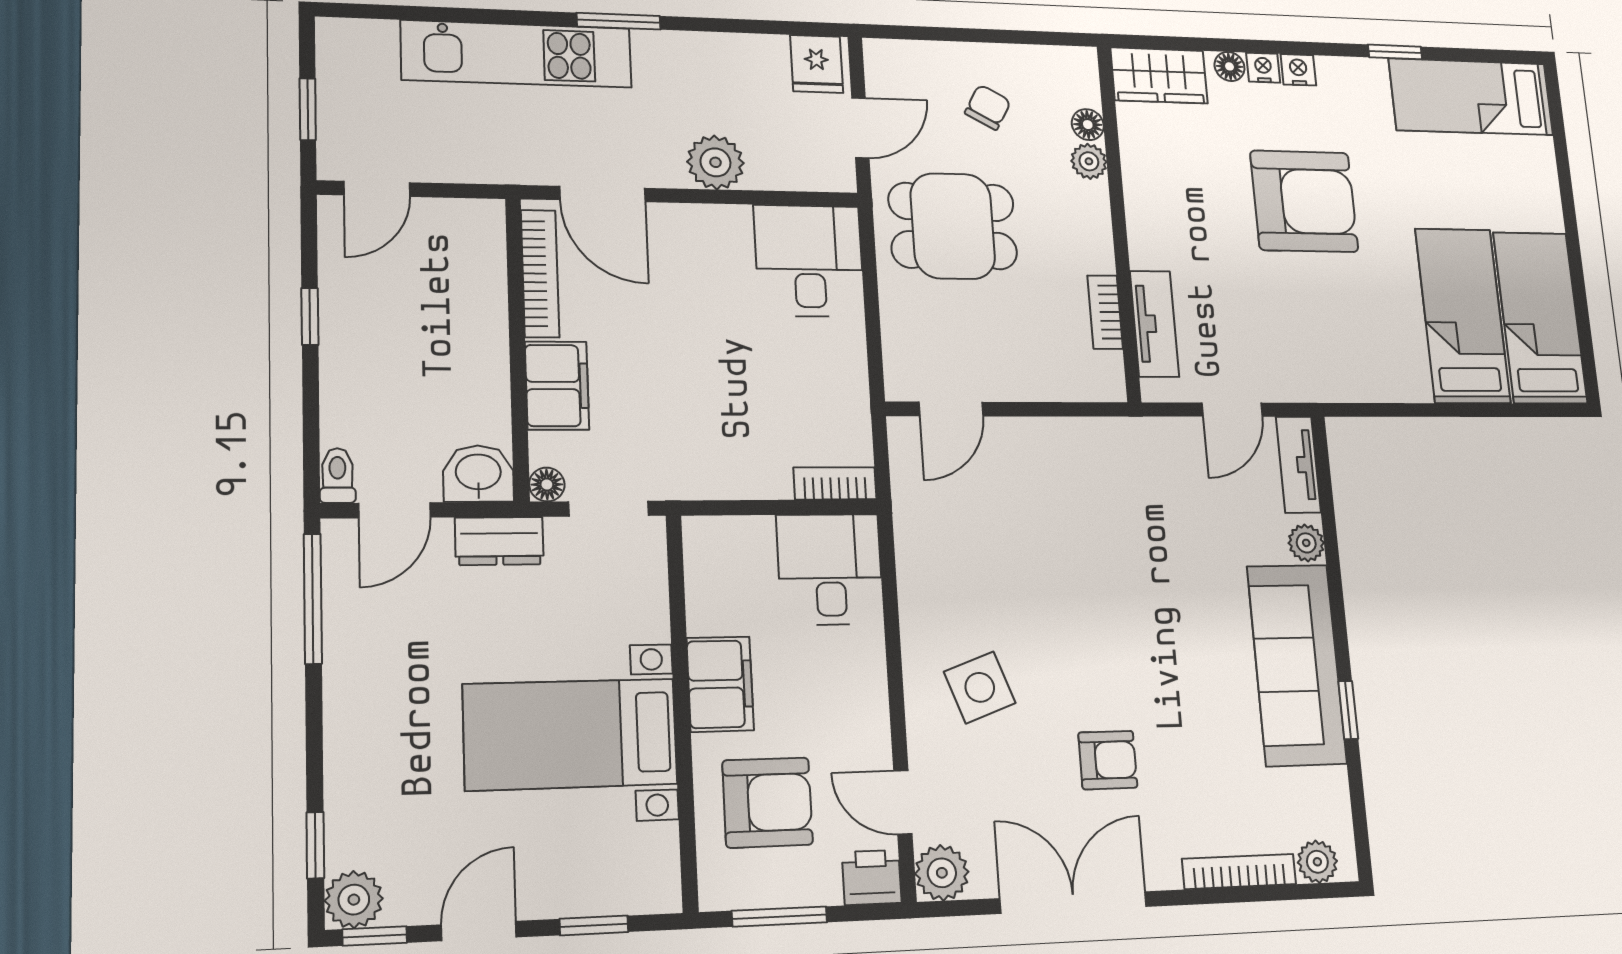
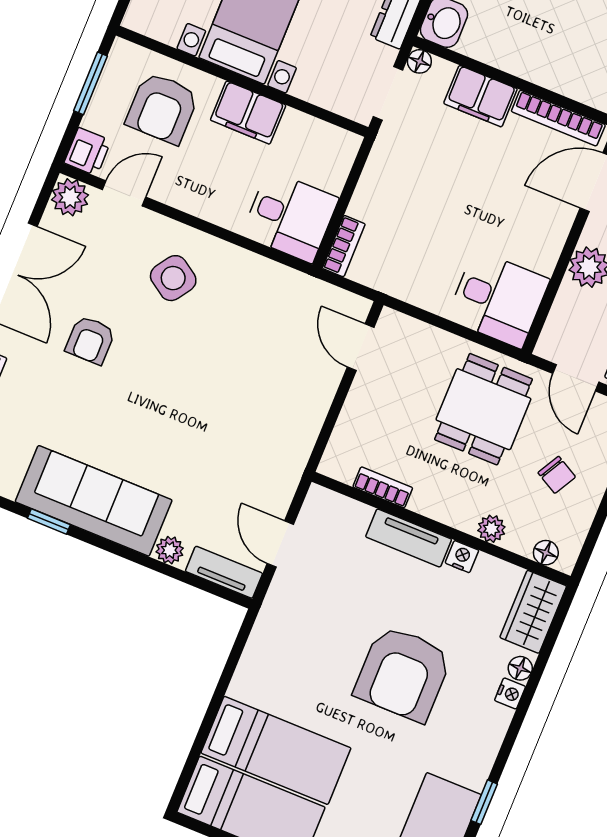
nightstand: (1298, 70) -> (462, 557), moved, turned -90
floor lamp: (1088, 125) -> (546, 553), moved
tv unit: (1154, 324) -> (409, 538), moved
side table: (980, 687) -> (173, 278), turned -36

